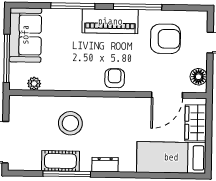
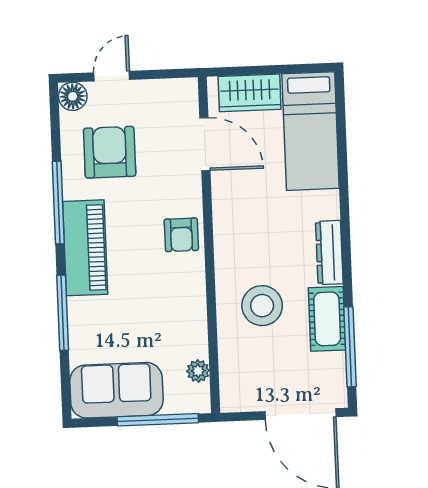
floor lamp: (199, 77) -> (73, 96), moved
armchair: (115, 78) -> (181, 235), turned -90
dresser: (105, 165) -> (329, 253), width x1.44
window: (67, 174) -> (350, 347), moved

